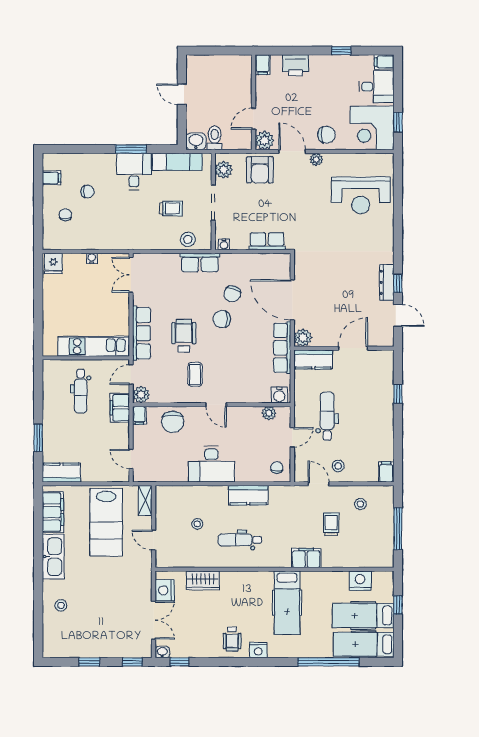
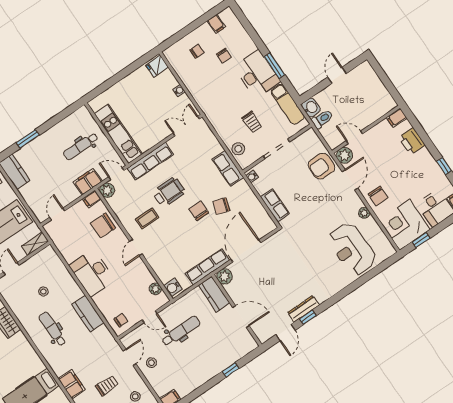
plant: (316, 159) -> (364, 213), moved
plant: (224, 170) -> (304, 141), removed
desk: (134, 171) -> (257, 74), width x1.37

